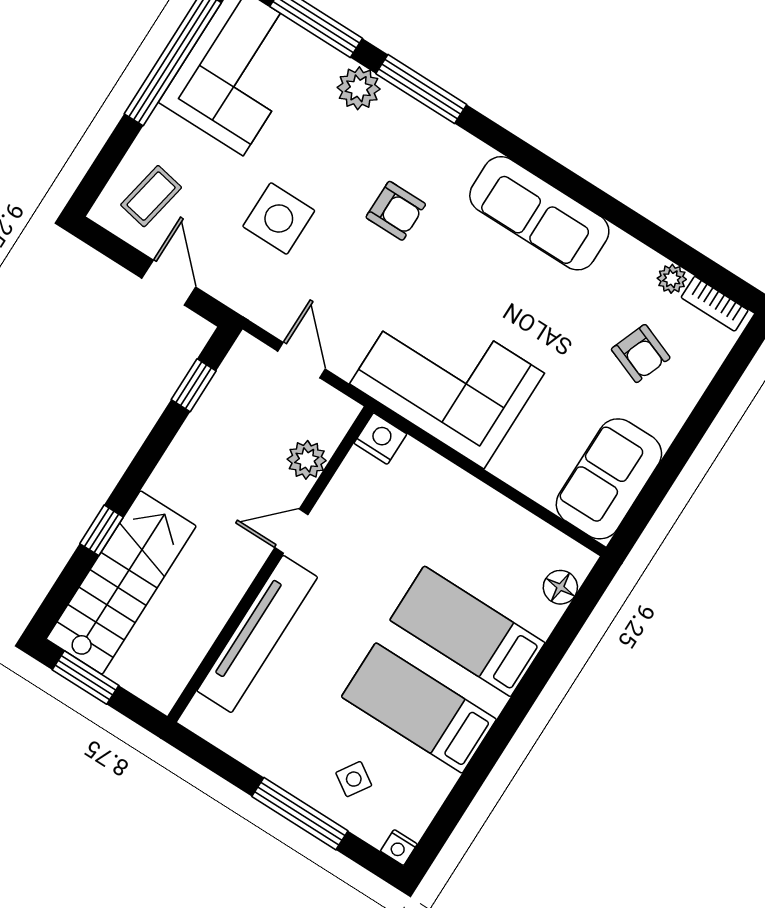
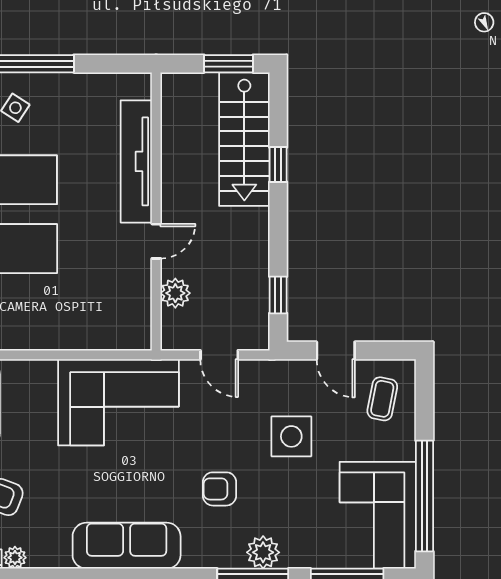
plant: (359, 88) -> (263, 552), moved
nightstand: (380, 439) -> (137, 337), removed

